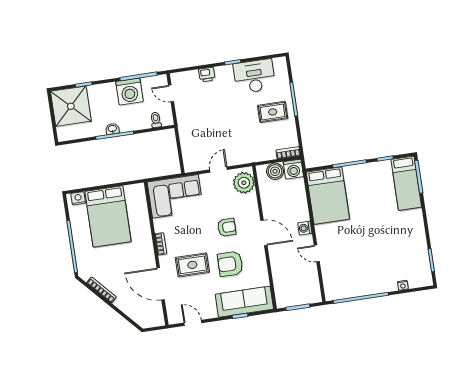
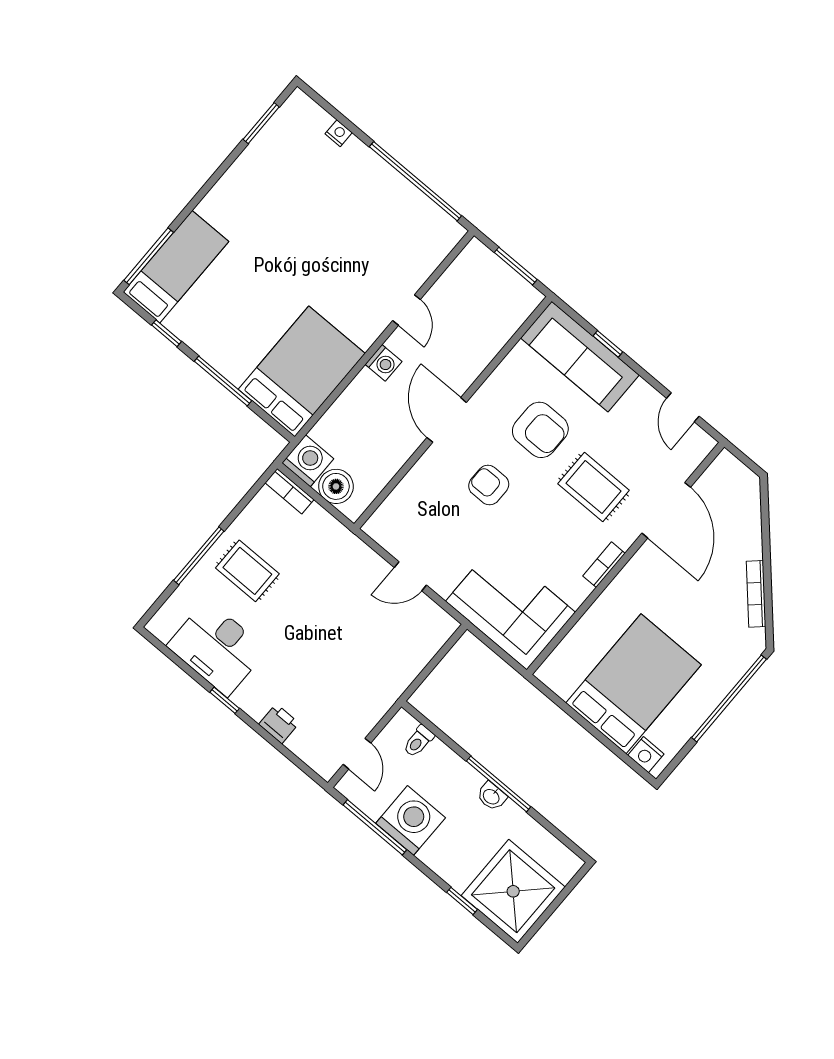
plant: (244, 183) -> (396, 519), removed

